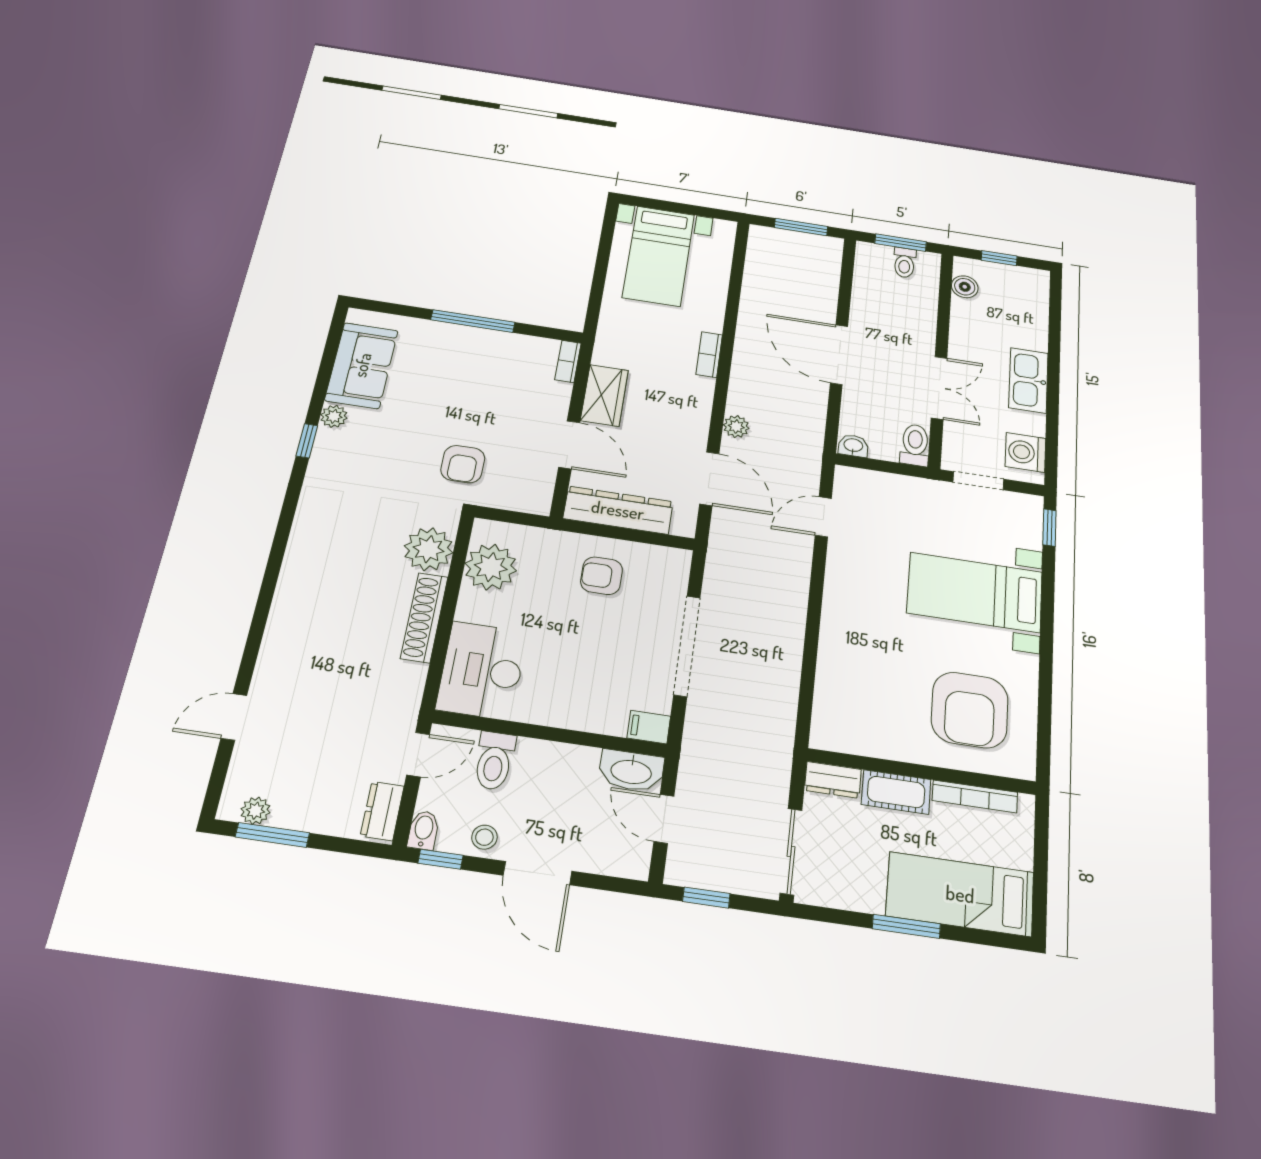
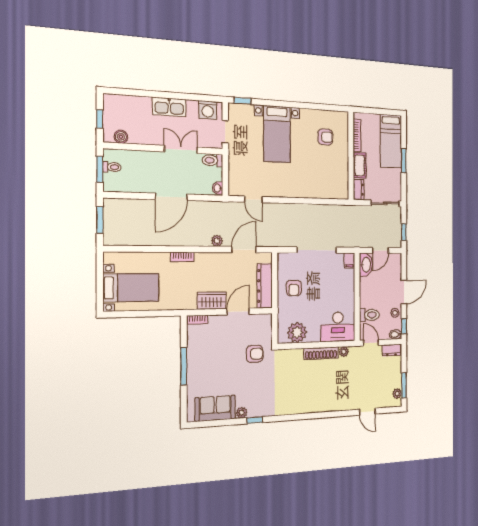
plant: (429, 549) -> (344, 352), moved, width x0.53, depth x0.53
armchair: (970, 710) -> (325, 137), width x0.53, depth x0.53

